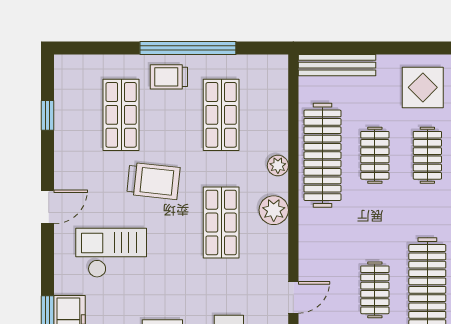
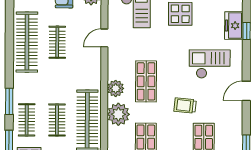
plant: (278, 165) -> (118, 114), width x1.88, depth x1.88
trolley: (153, 181) -> (185, 106), width x0.73, depth x0.72
checkout: (111, 253) -> (210, 64), turned 180

